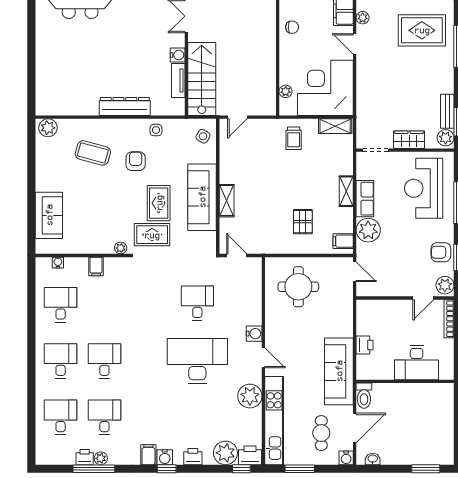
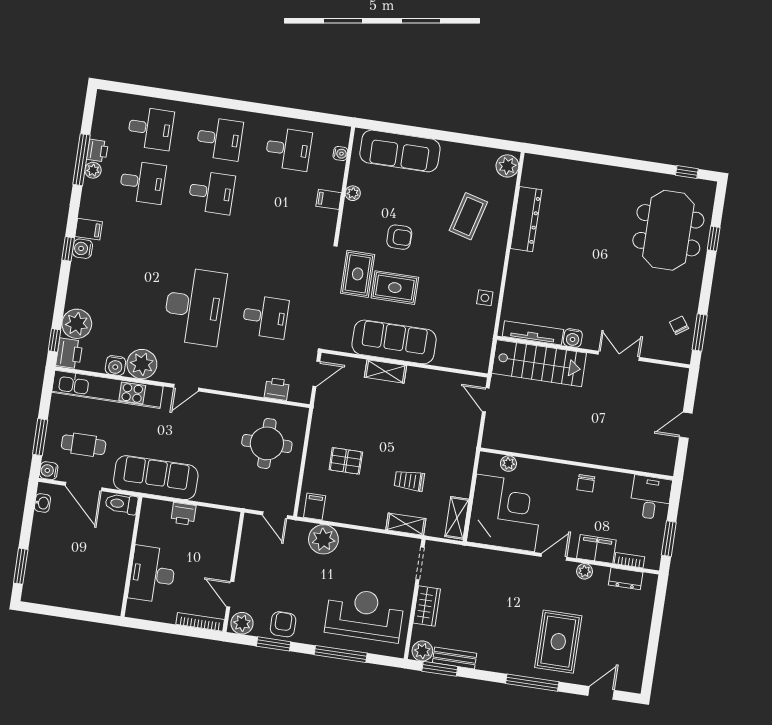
tv unit: (178, 80) -> (533, 333), width x1.41
dresser: (125, 106) -> (526, 219), moved
side table: (203, 136) -> (469, 354), removed
trolley: (294, 138) -> (409, 481), moved
armchair: (136, 161) -> (399, 237), moved
shelving: (346, 191) -> (406, 524), moved
row of seats: (365, 199) -> (363, 541), removed
sofa: (49, 215) -> (400, 151), width x1.36
plant: (121, 248) -> (353, 193), moved
door: (355, 272) -> (275, 515), hinge flipped
water cooler: (254, 334) -> (115, 365), moved
printer: (193, 457) -> (277, 389), moved, turned -90
window: (300, 469) -> (40, 437), moved

